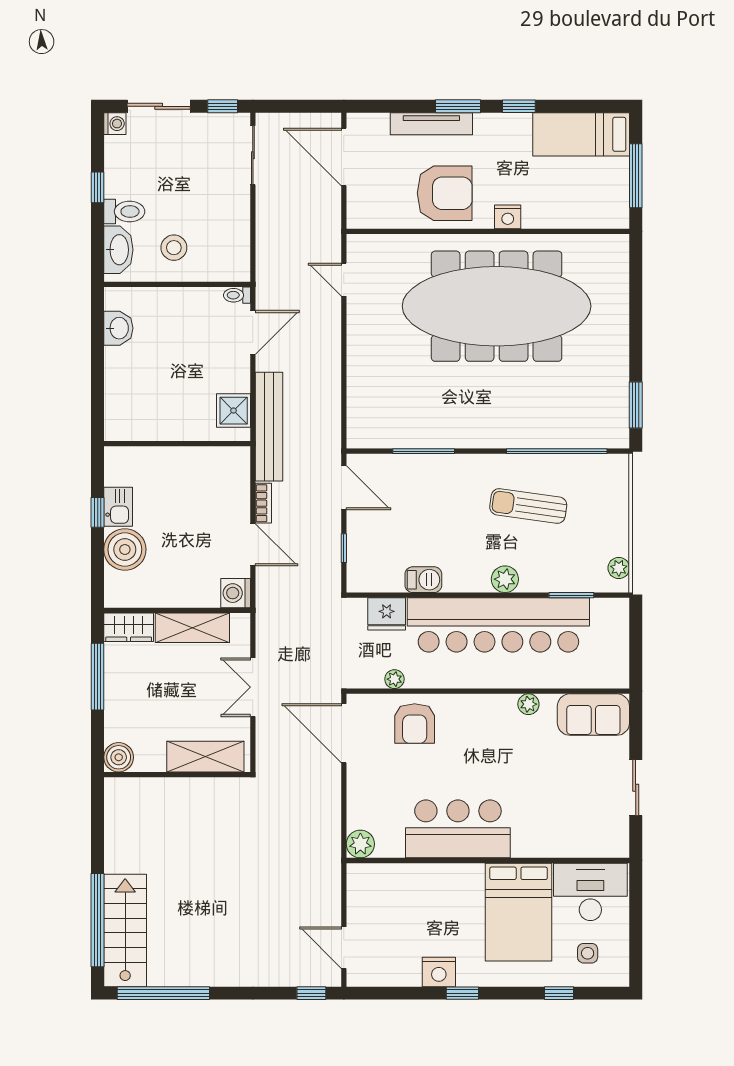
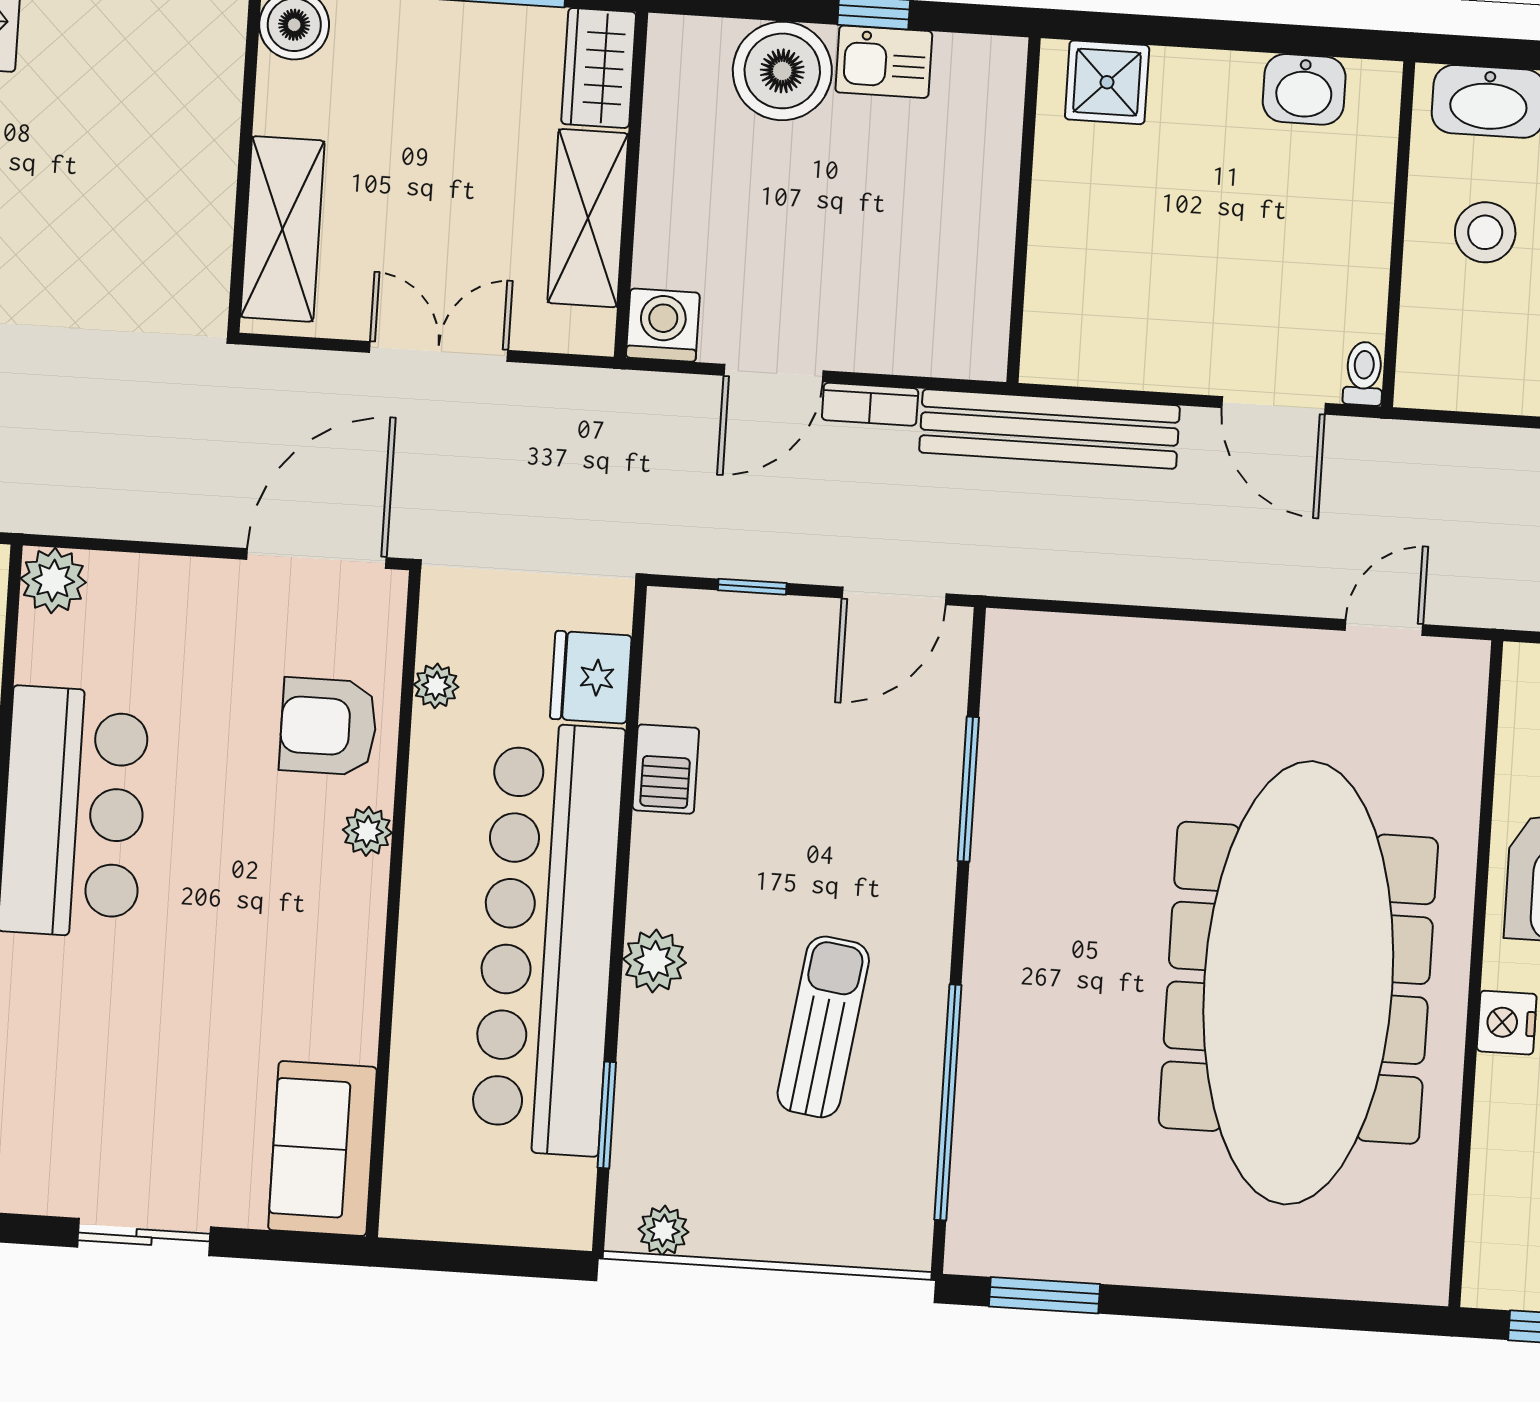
shower: (234, 411) -> (1107, 82), moved
plant: (528, 704) -> (367, 831), moved

